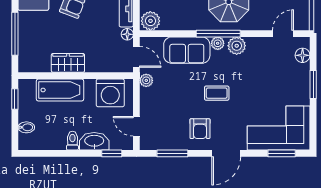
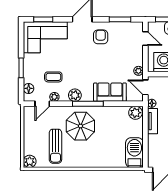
plant: (218, 43) -> (54, 97), moved
coffee table: (217, 93) -> (53, 77), moved

